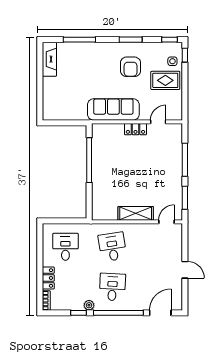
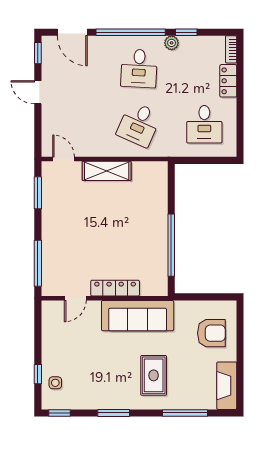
window: (185, 55) -> (38, 374), moved
armchair: (131, 67) -> (211, 333), moved, turned 90
rug: (165, 80) -> (154, 375), moved, turned 90
locker: (136, 129) -> (115, 288), width x1.53
window: (185, 160) -> (38, 263), moved
door: (166, 222) -> (64, 159), swing flipped
desk: (112, 247) -> (139, 124), turned 33
window: (185, 298) -> (38, 53), added
door: (160, 313) -> (72, 32), hinge flipped

